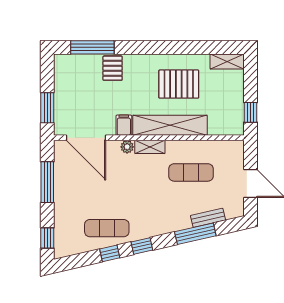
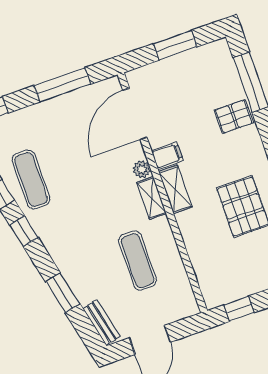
window: (47, 108) -> (175, 45), moved
shelving: (170, 125) -> (175, 189), width x0.45, depth x0.75
bench: (208, 218) -> (101, 323), moved
window: (195, 234) -> (63, 293), width x0.69

